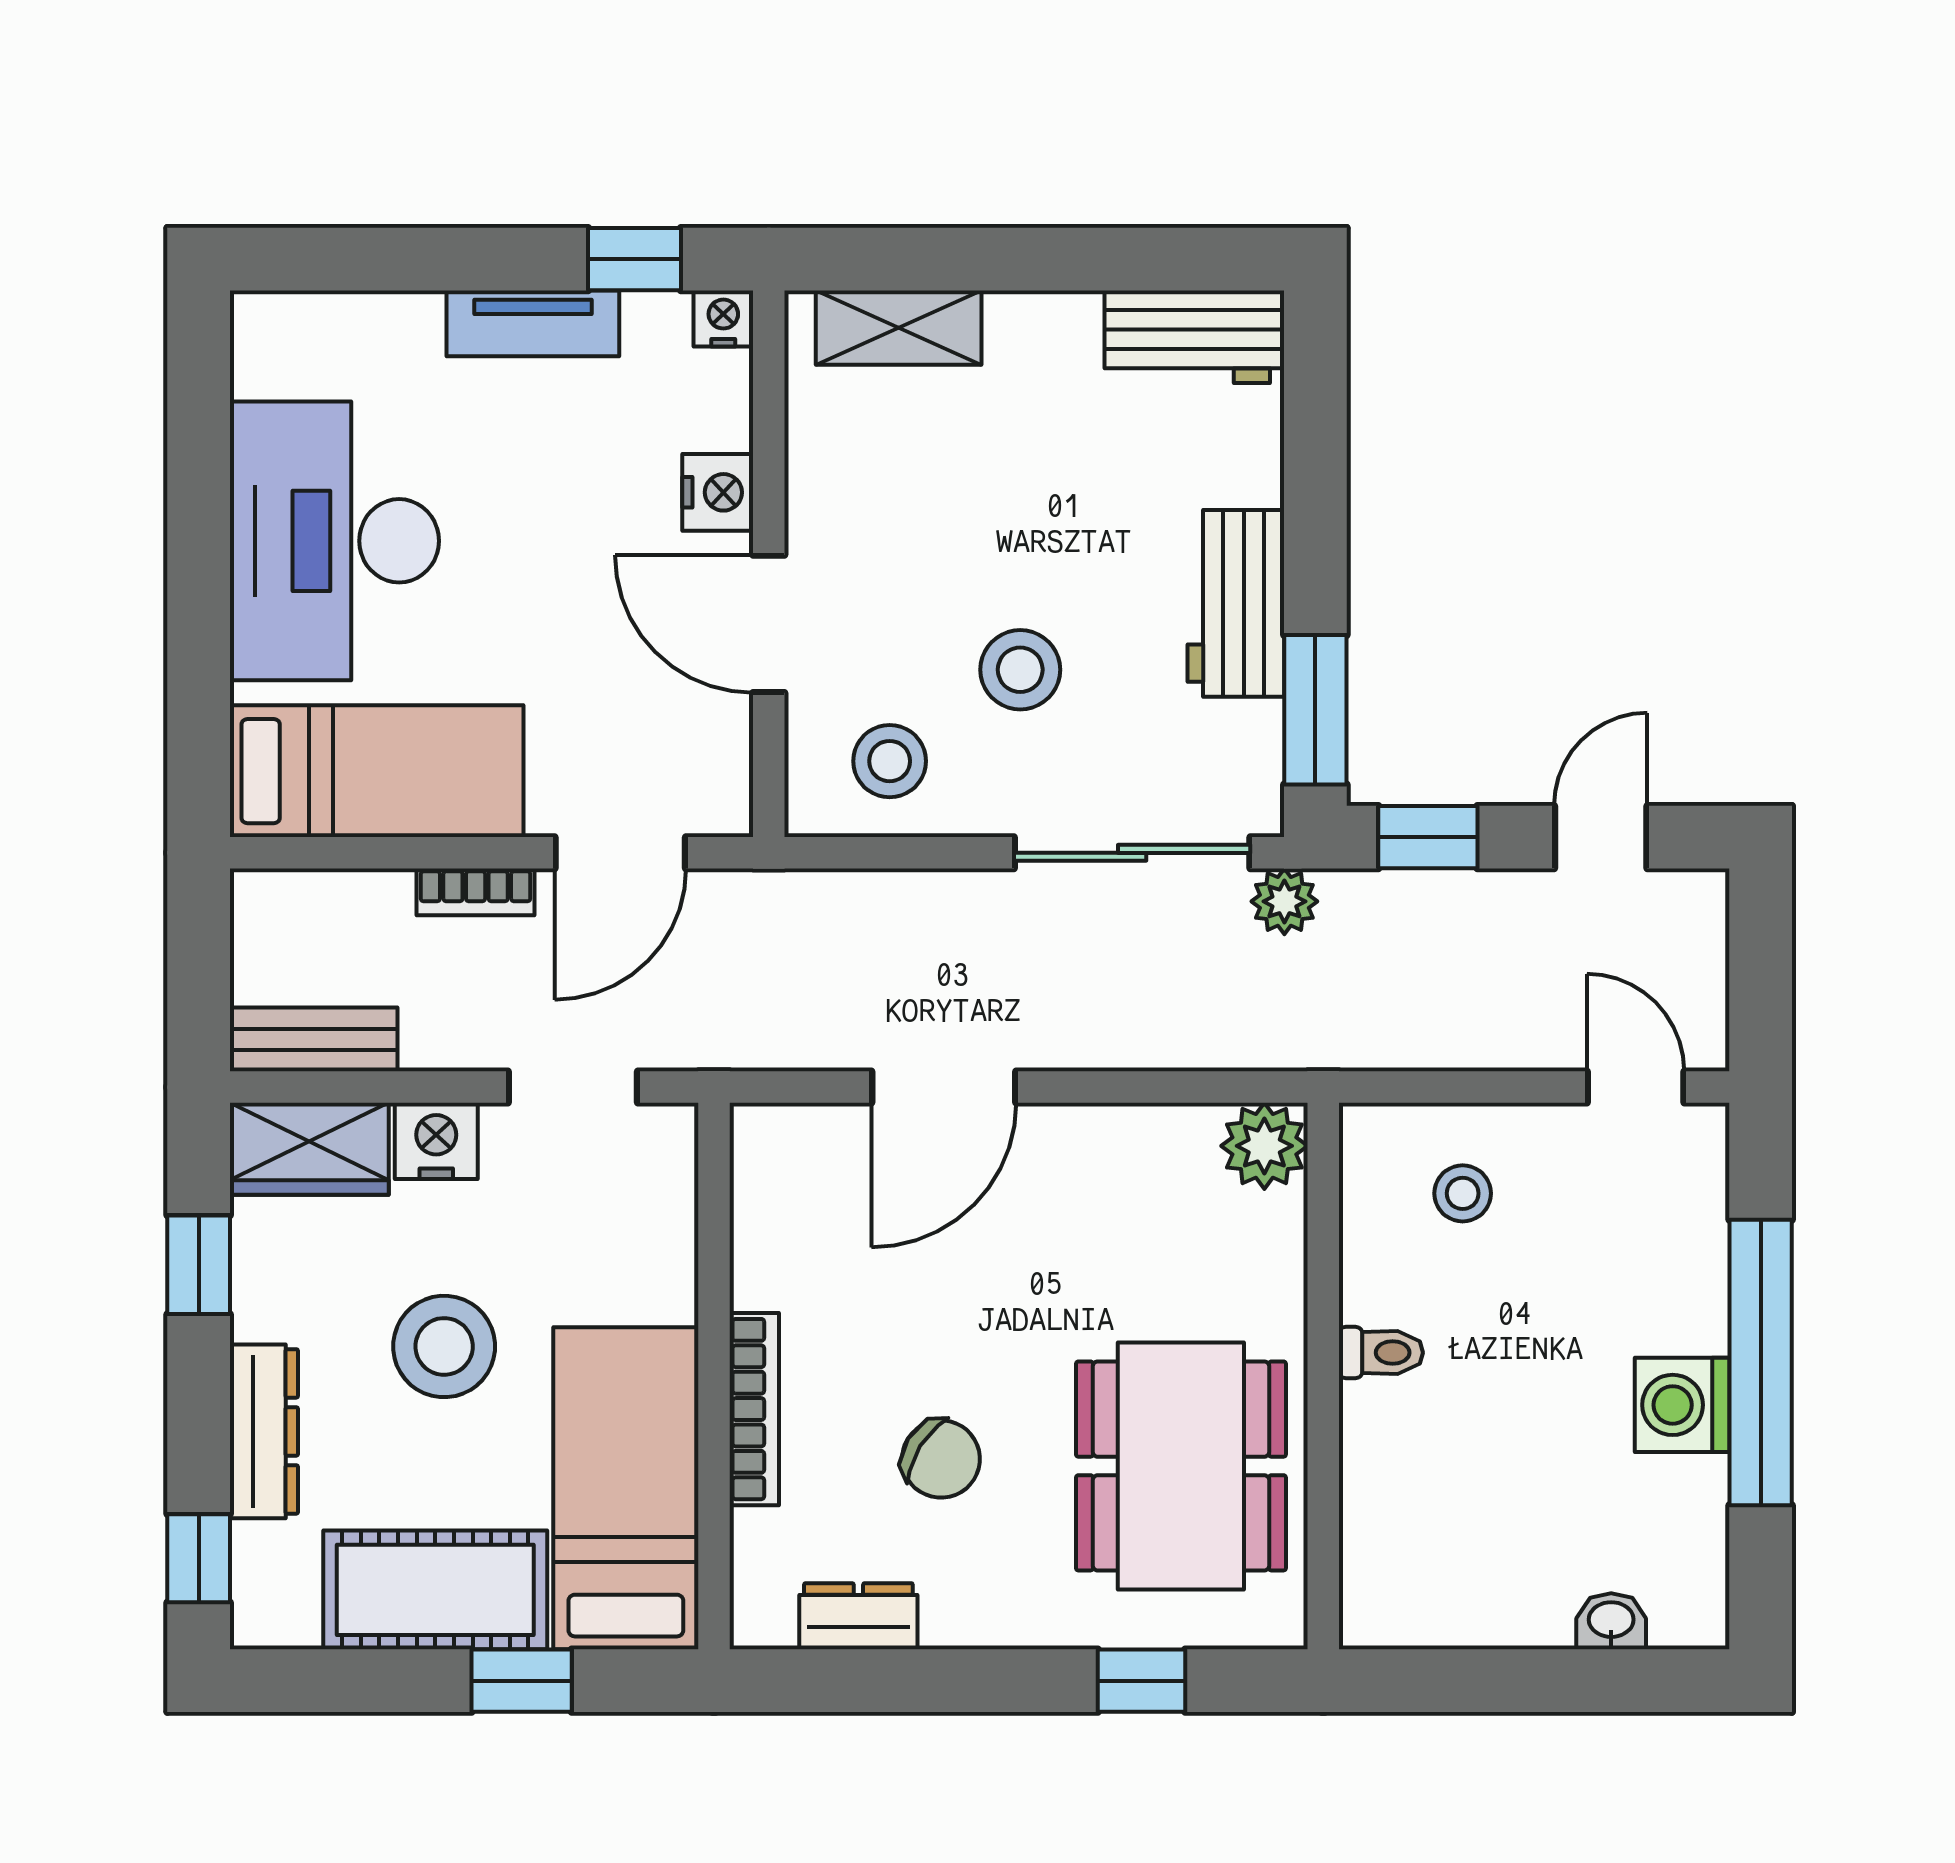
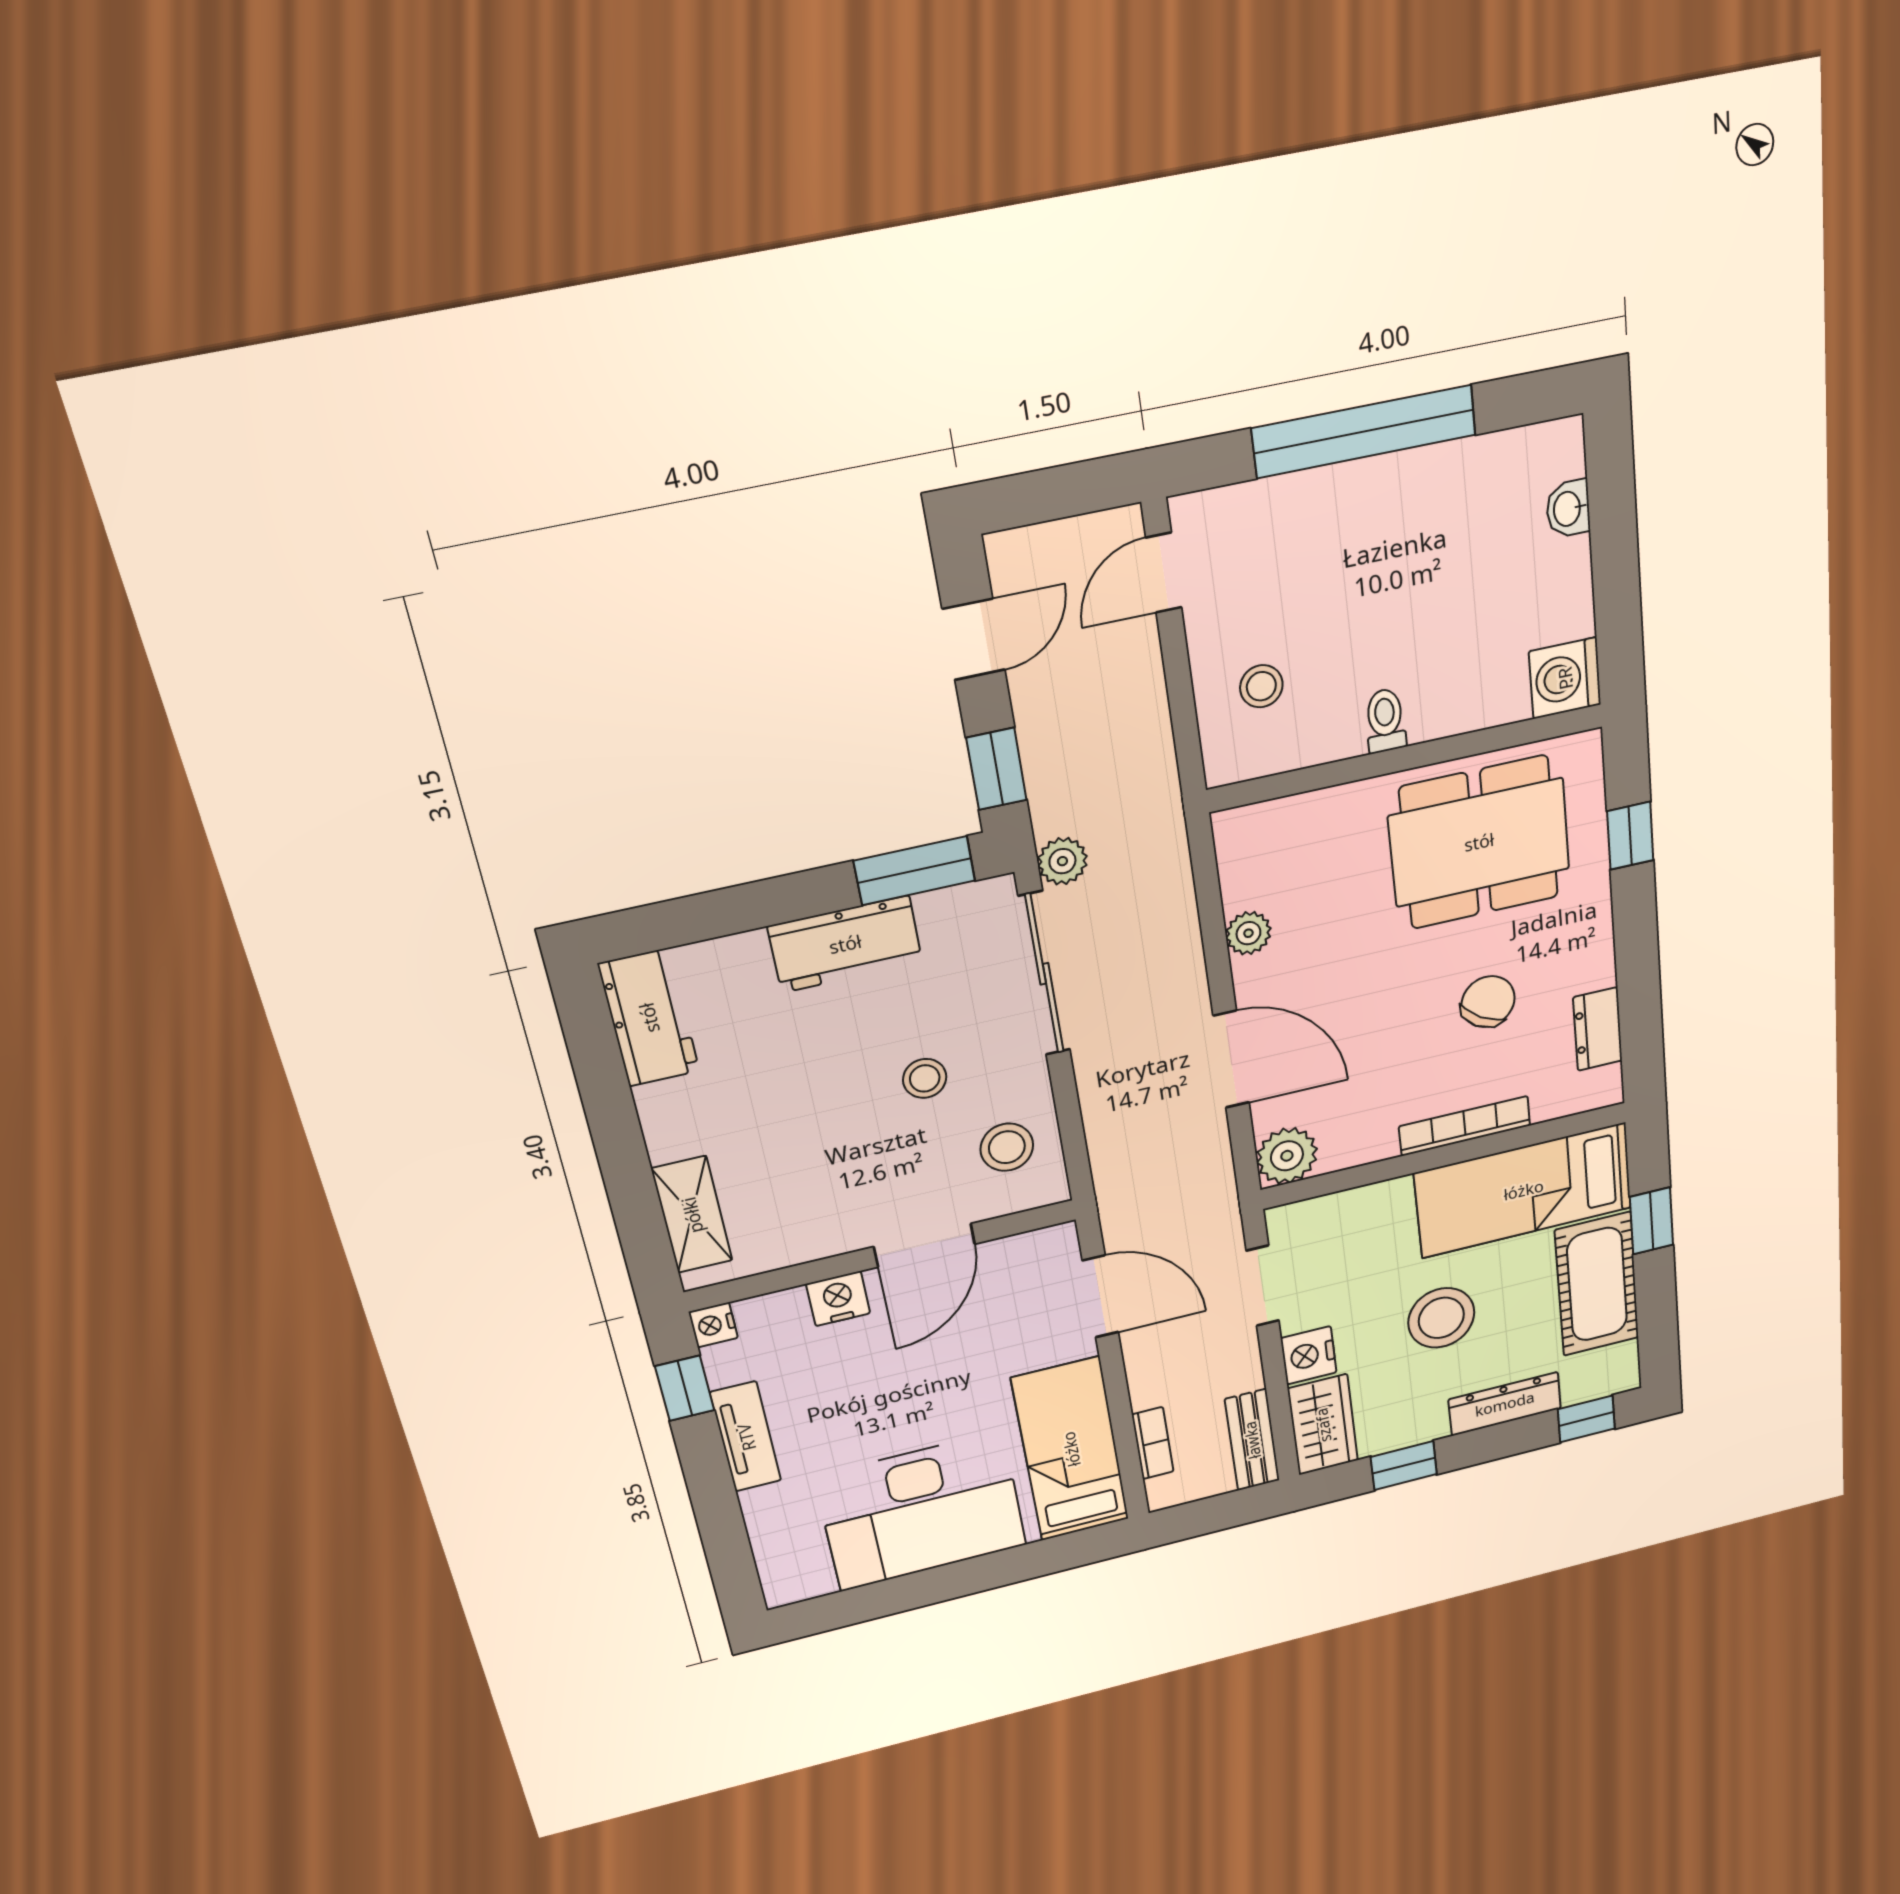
stool: (1020, 670) -> (925, 1078), width x0.73, depth x0.73
door: (1601, 837) -> (974, 639), swing flipped
bookcase: (476, 892) -> (1153, 1443), moved
plant: (1264, 1146) -> (1248, 933), moved, width x0.73, depth x0.73
plant: (774, 1147) -> (1287, 1156), added
washing machine: (1682, 1405) -> (1565, 678), moved, turned 90

